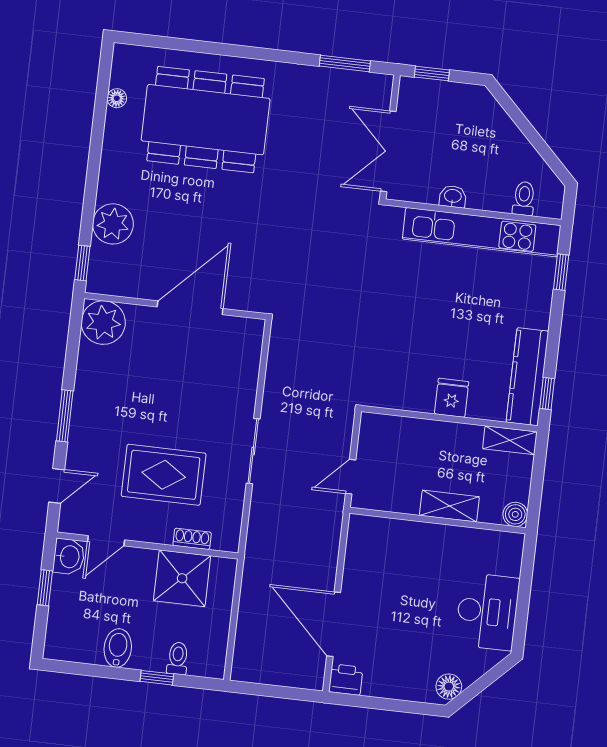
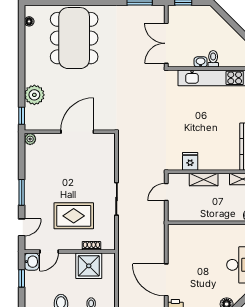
floor lamp: (117, 98) -> (29, 21), moved
dining table: (206, 120) -> (74, 38), turned 90
toilet: (524, 198) -> (213, 59), moved
plant: (103, 323) -> (30, 139), width x0.53, depth x0.53
fridge: (452, 398) -> (190, 161), moved
door: (351, 477) -> (166, 192), moved
shelving: (449, 506) -> (204, 180), moved

